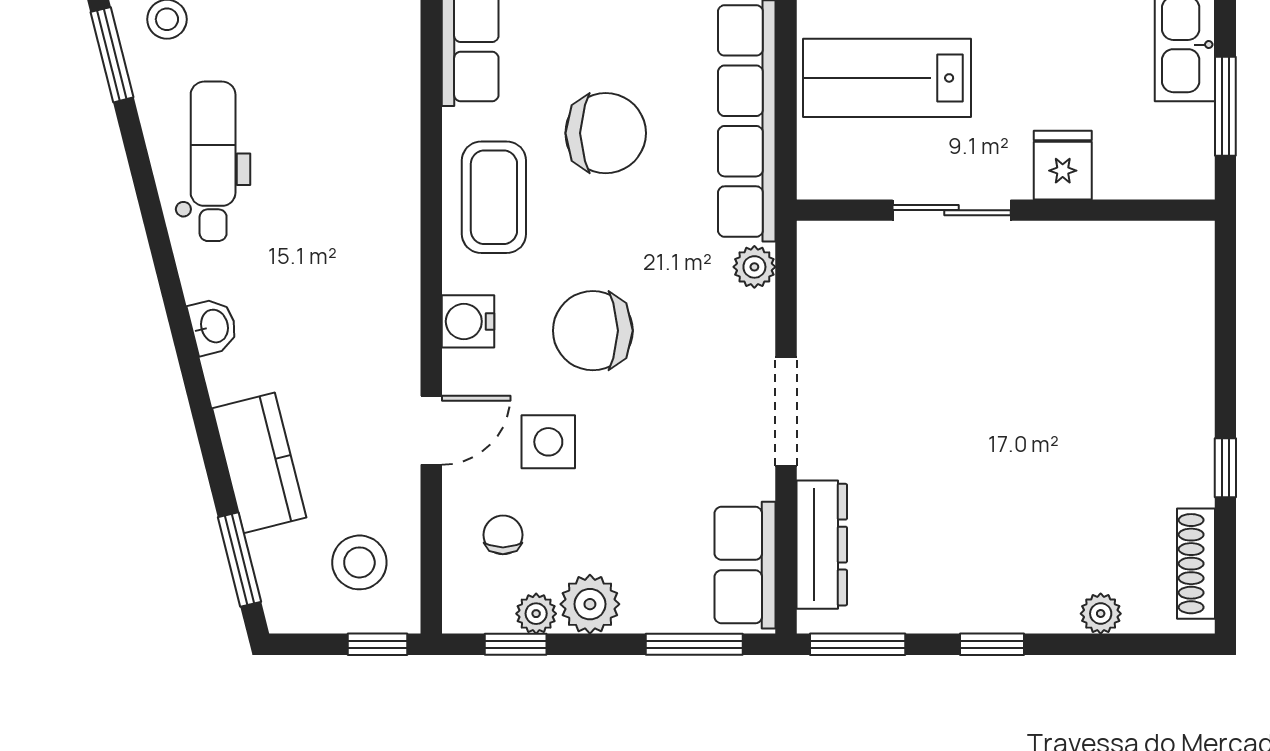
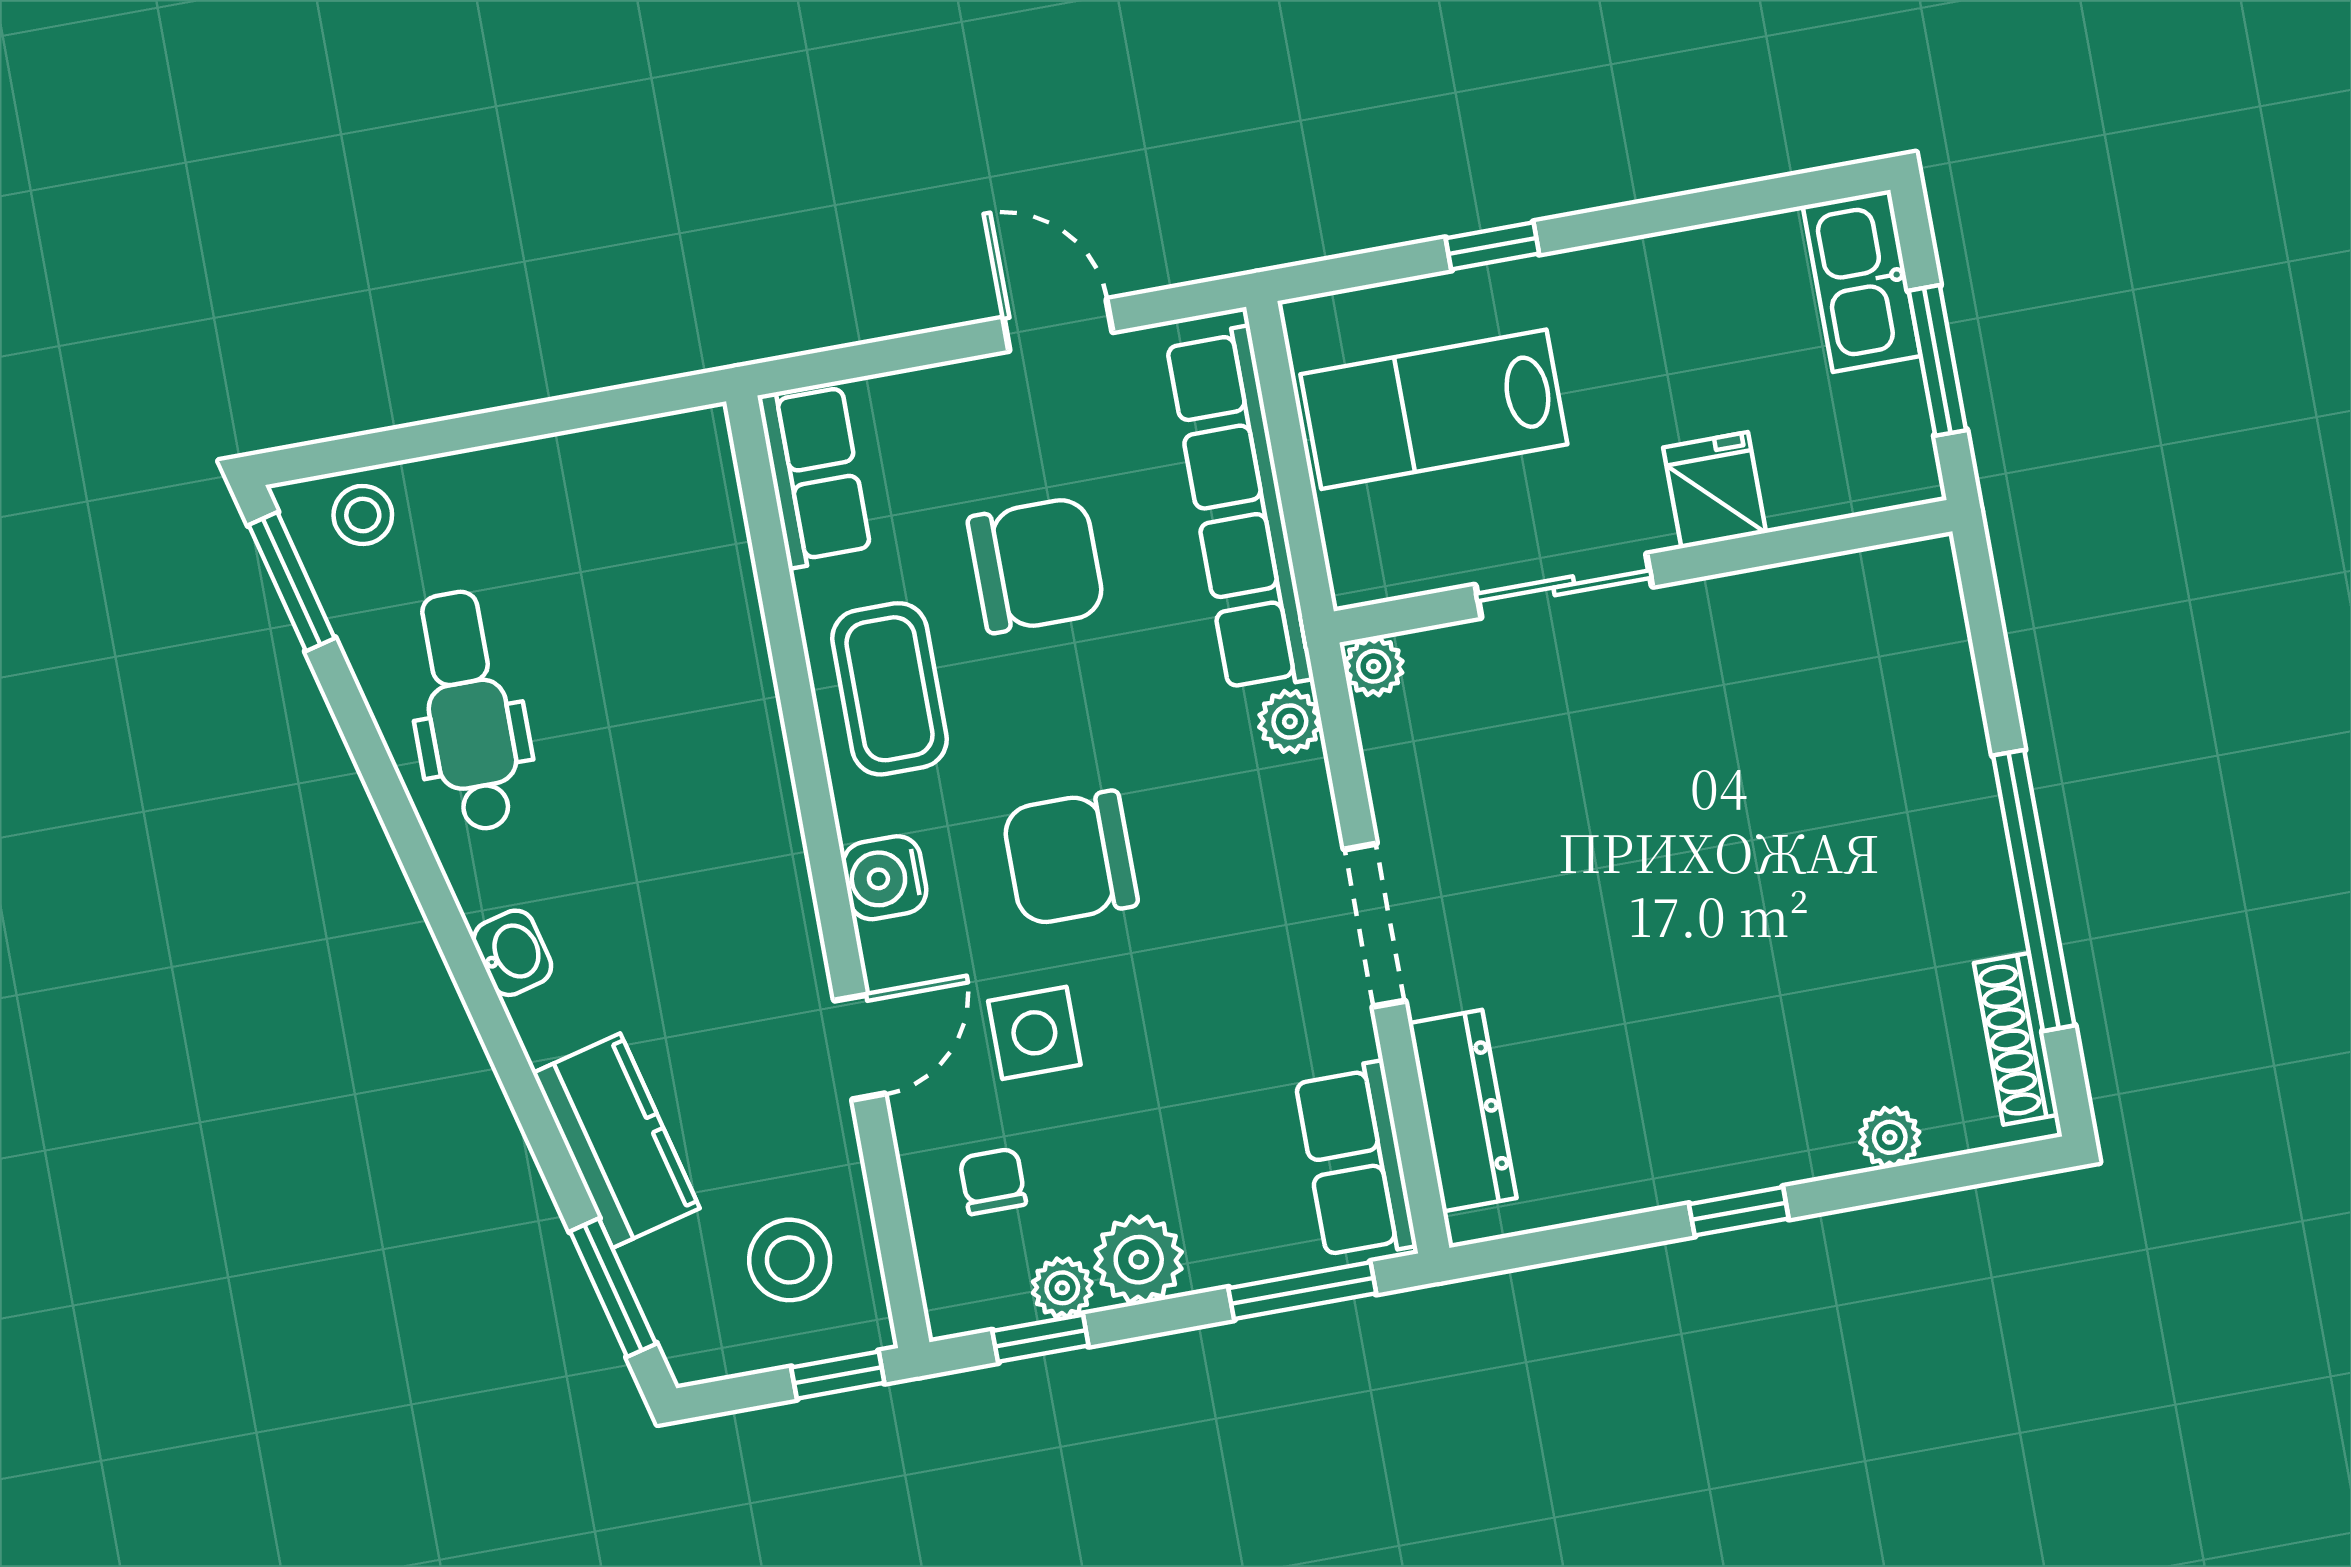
plant: (816, 241) -> (1374, 666), added
window: (1225, 468) -> (2034, 890), width x3.17
window: (858, 644) -> (1542, 1247), removed

